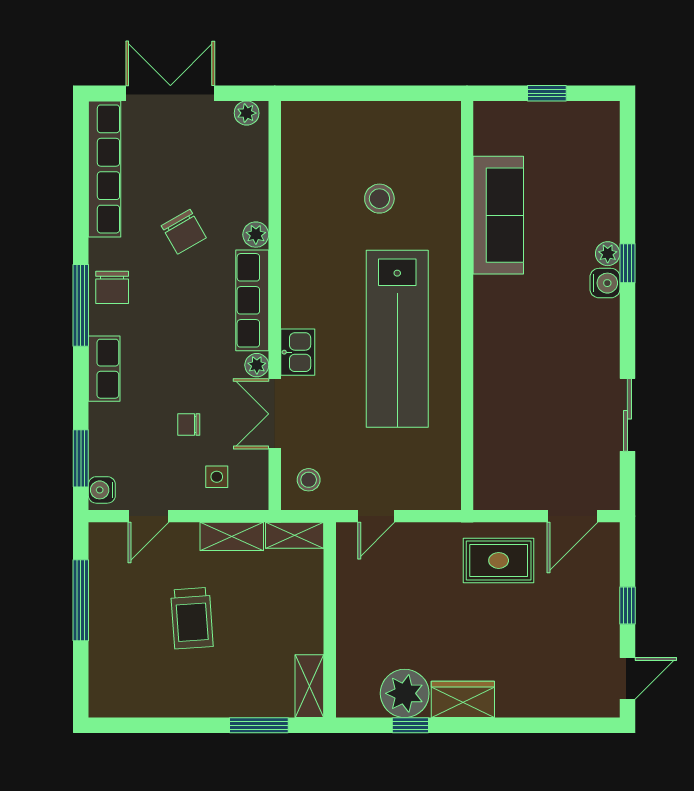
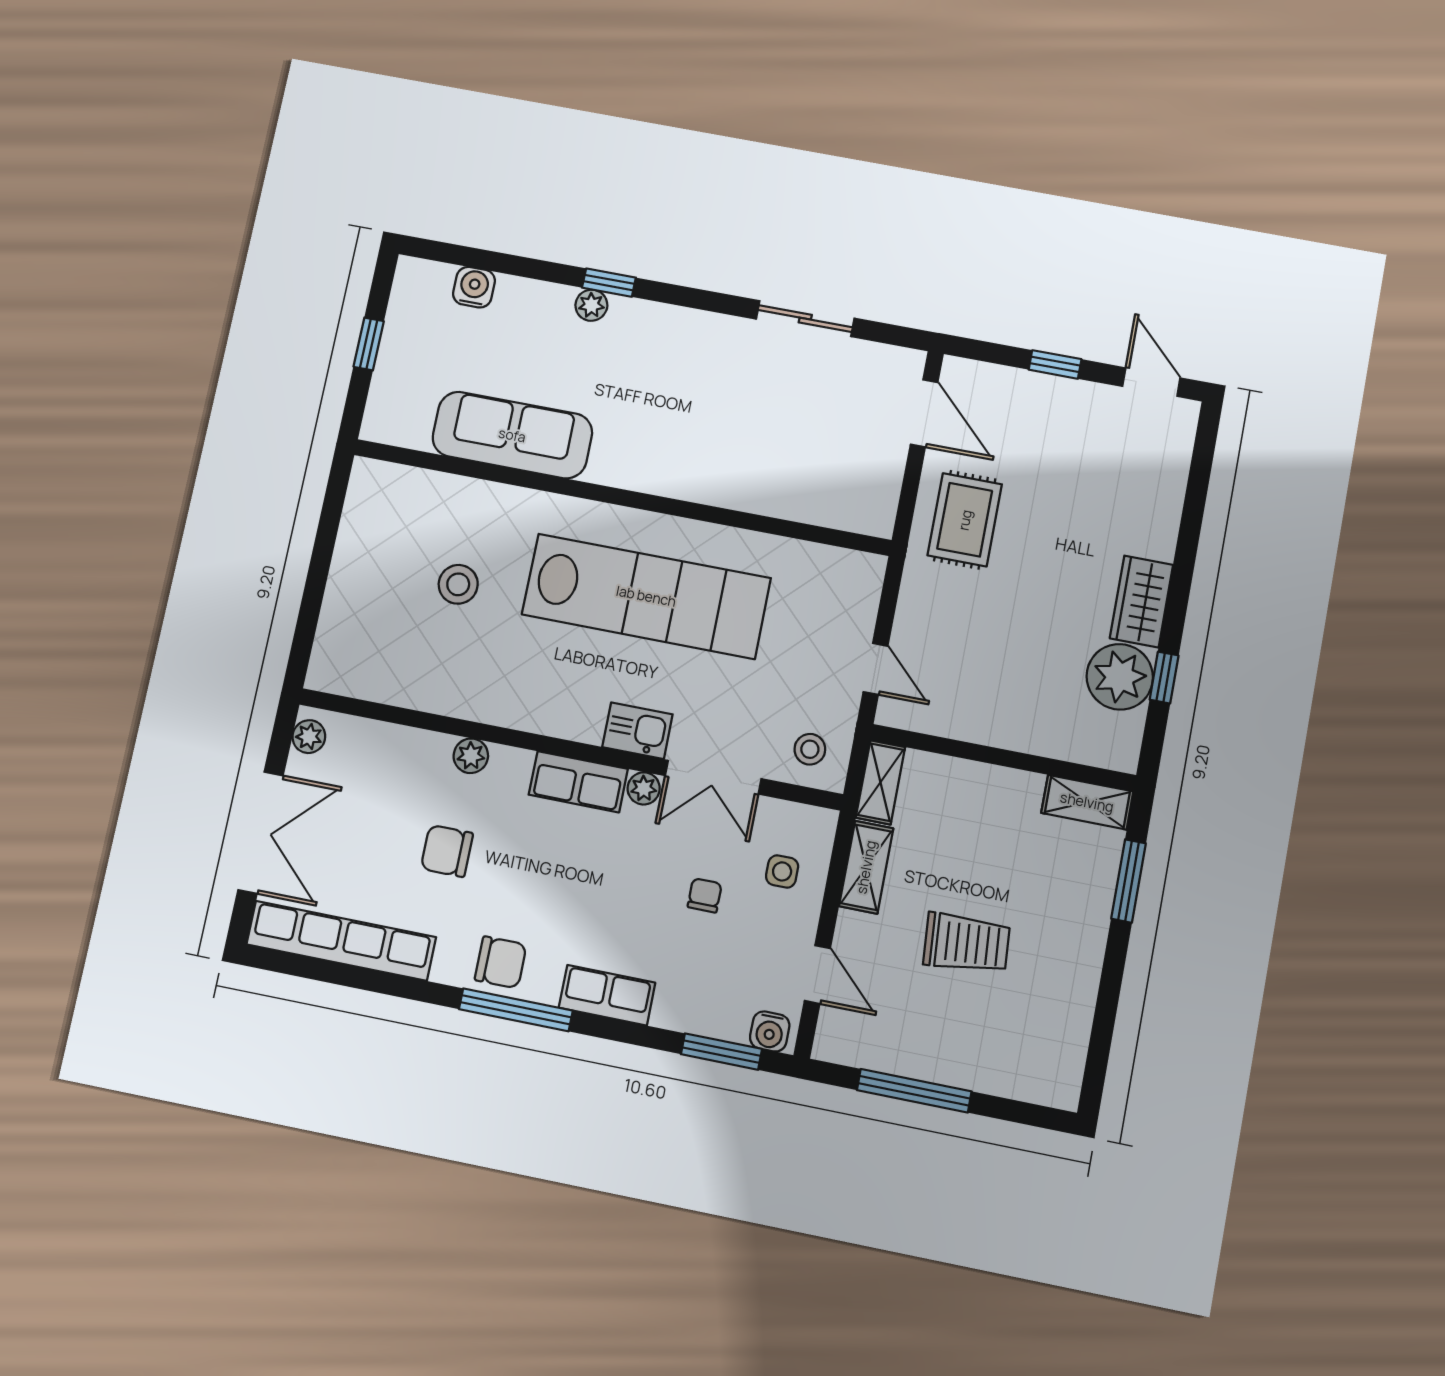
double door: (170, 93) -> (261, 833), swing flipped
chair: (184, 232) -> (447, 851), turned -150
water cooler: (605, 283) -> (474, 287), moved
row of seats: (252, 300) -> (578, 782), width x0.68
chair: (189, 425) -> (705, 895), turned 180

